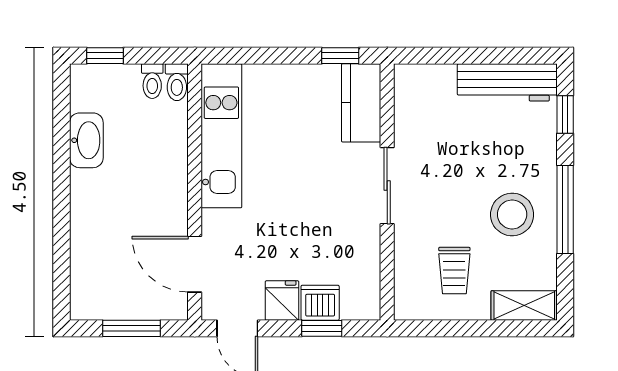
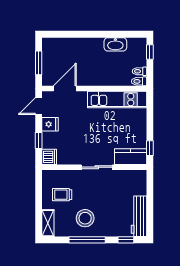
dishwasher: (320, 303) -> (49, 157), moved

